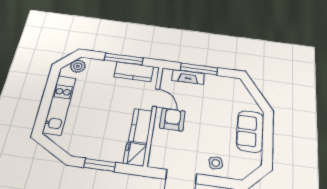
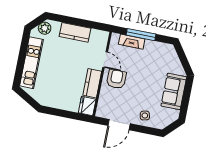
window: (124, 59) -> (81, 23), removed
kitchen counter: (134, 72) -> (75, 32), moved
window: (100, 165) -> (62, 113), removed

